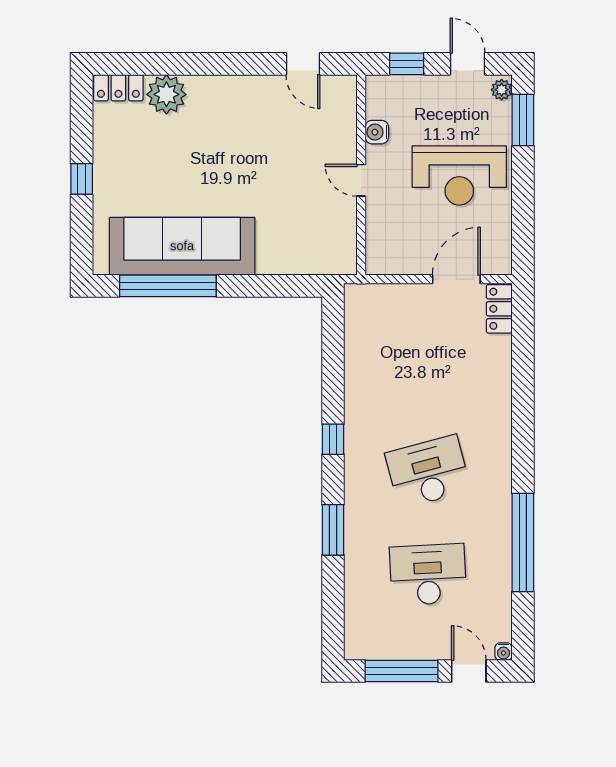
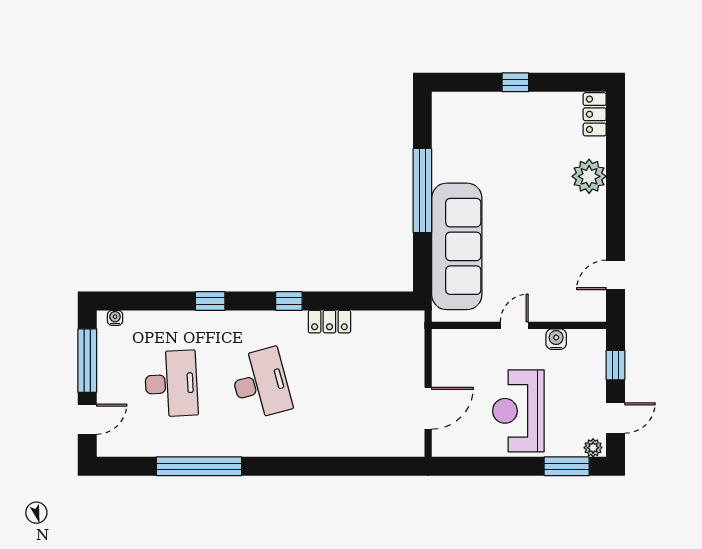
plant: (166, 94) -> (589, 176), moved
sofa: (182, 246) -> (457, 246), moved
door: (456, 279) -> (428, 408), hinge flipped
window: (168, 286) -> (422, 191), moved
locker: (499, 309) -> (329, 322), moved, turned 180
window: (333, 530) -> (210, 301), width x0.67
water cooler: (504, 652) -> (115, 318), moved, turned 90

